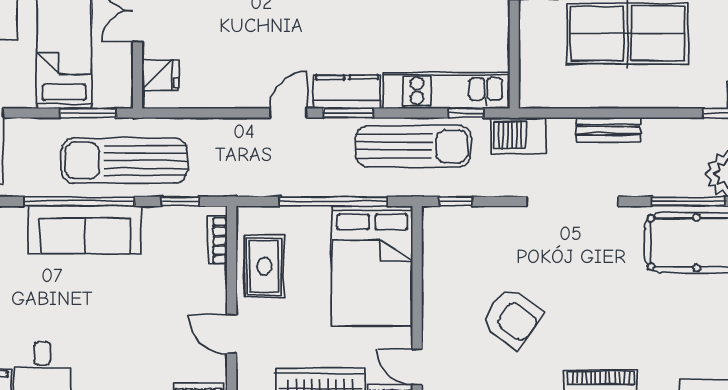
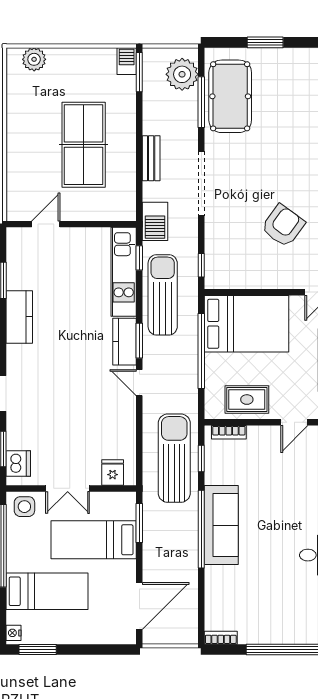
sun lounger: (124, 161) -> (174, 458), moved, turned 180

